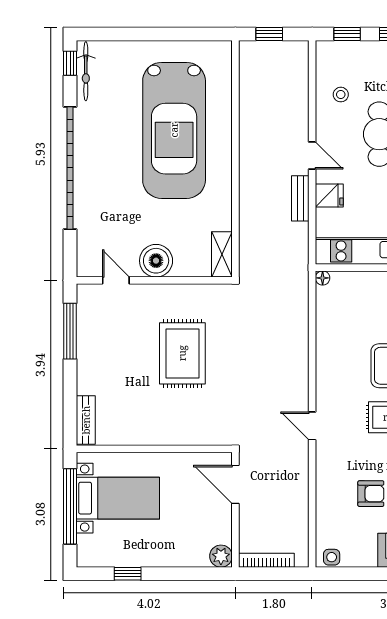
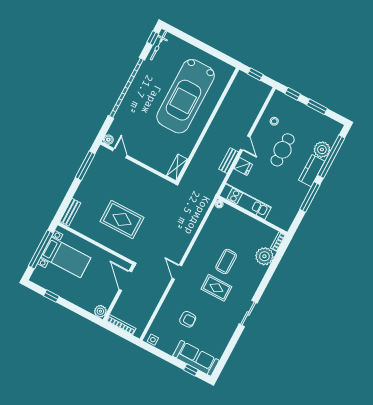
boiler: (156, 261) -> (108, 140), moved, width x0.54, depth x0.54
rug: (182, 353) -> (122, 220), moved, turned 90

